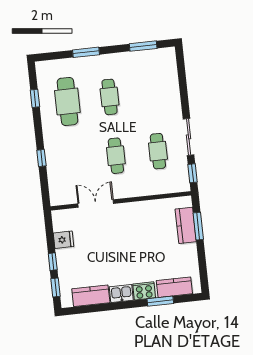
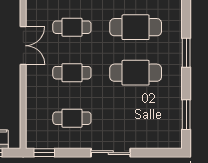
cafe table: (110, 97) -> (136, 73), width x1.37, depth x1.35
sliding door: (189, 137) -> (111, 153), moved
cafe table: (74, 160) -> (72, 27), added

